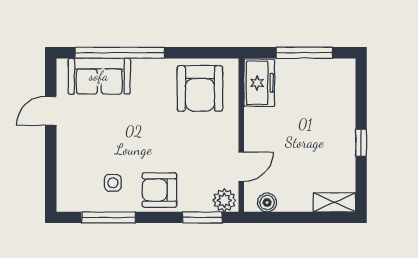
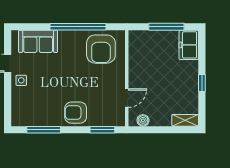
window: (120, 53) -> (78, 27), moved
freezer: (259, 83) -> (189, 45), moved, turned 180
side table: (113, 183) -> (21, 80), moved
plant: (224, 200) -> (116, 119), removed

